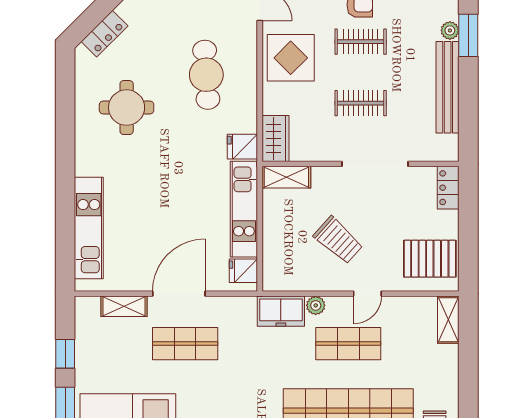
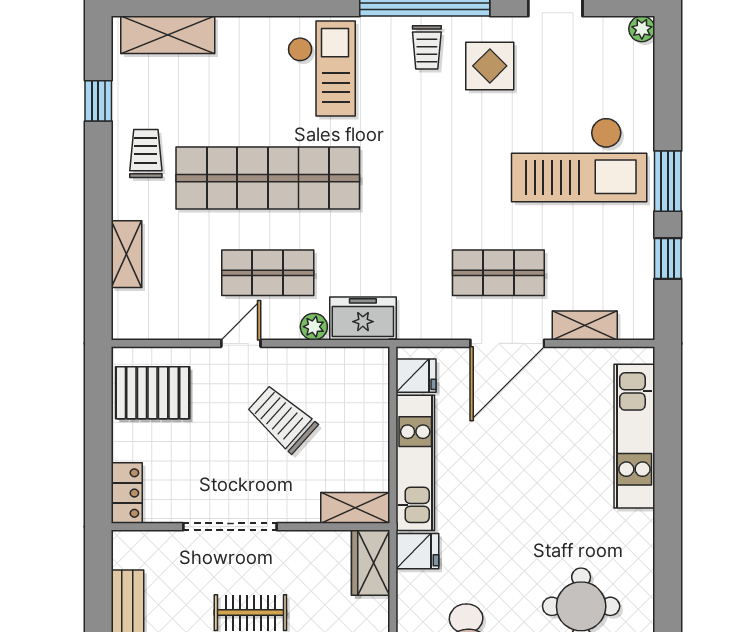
shelving: (448, 320) -> (126, 254), moved

